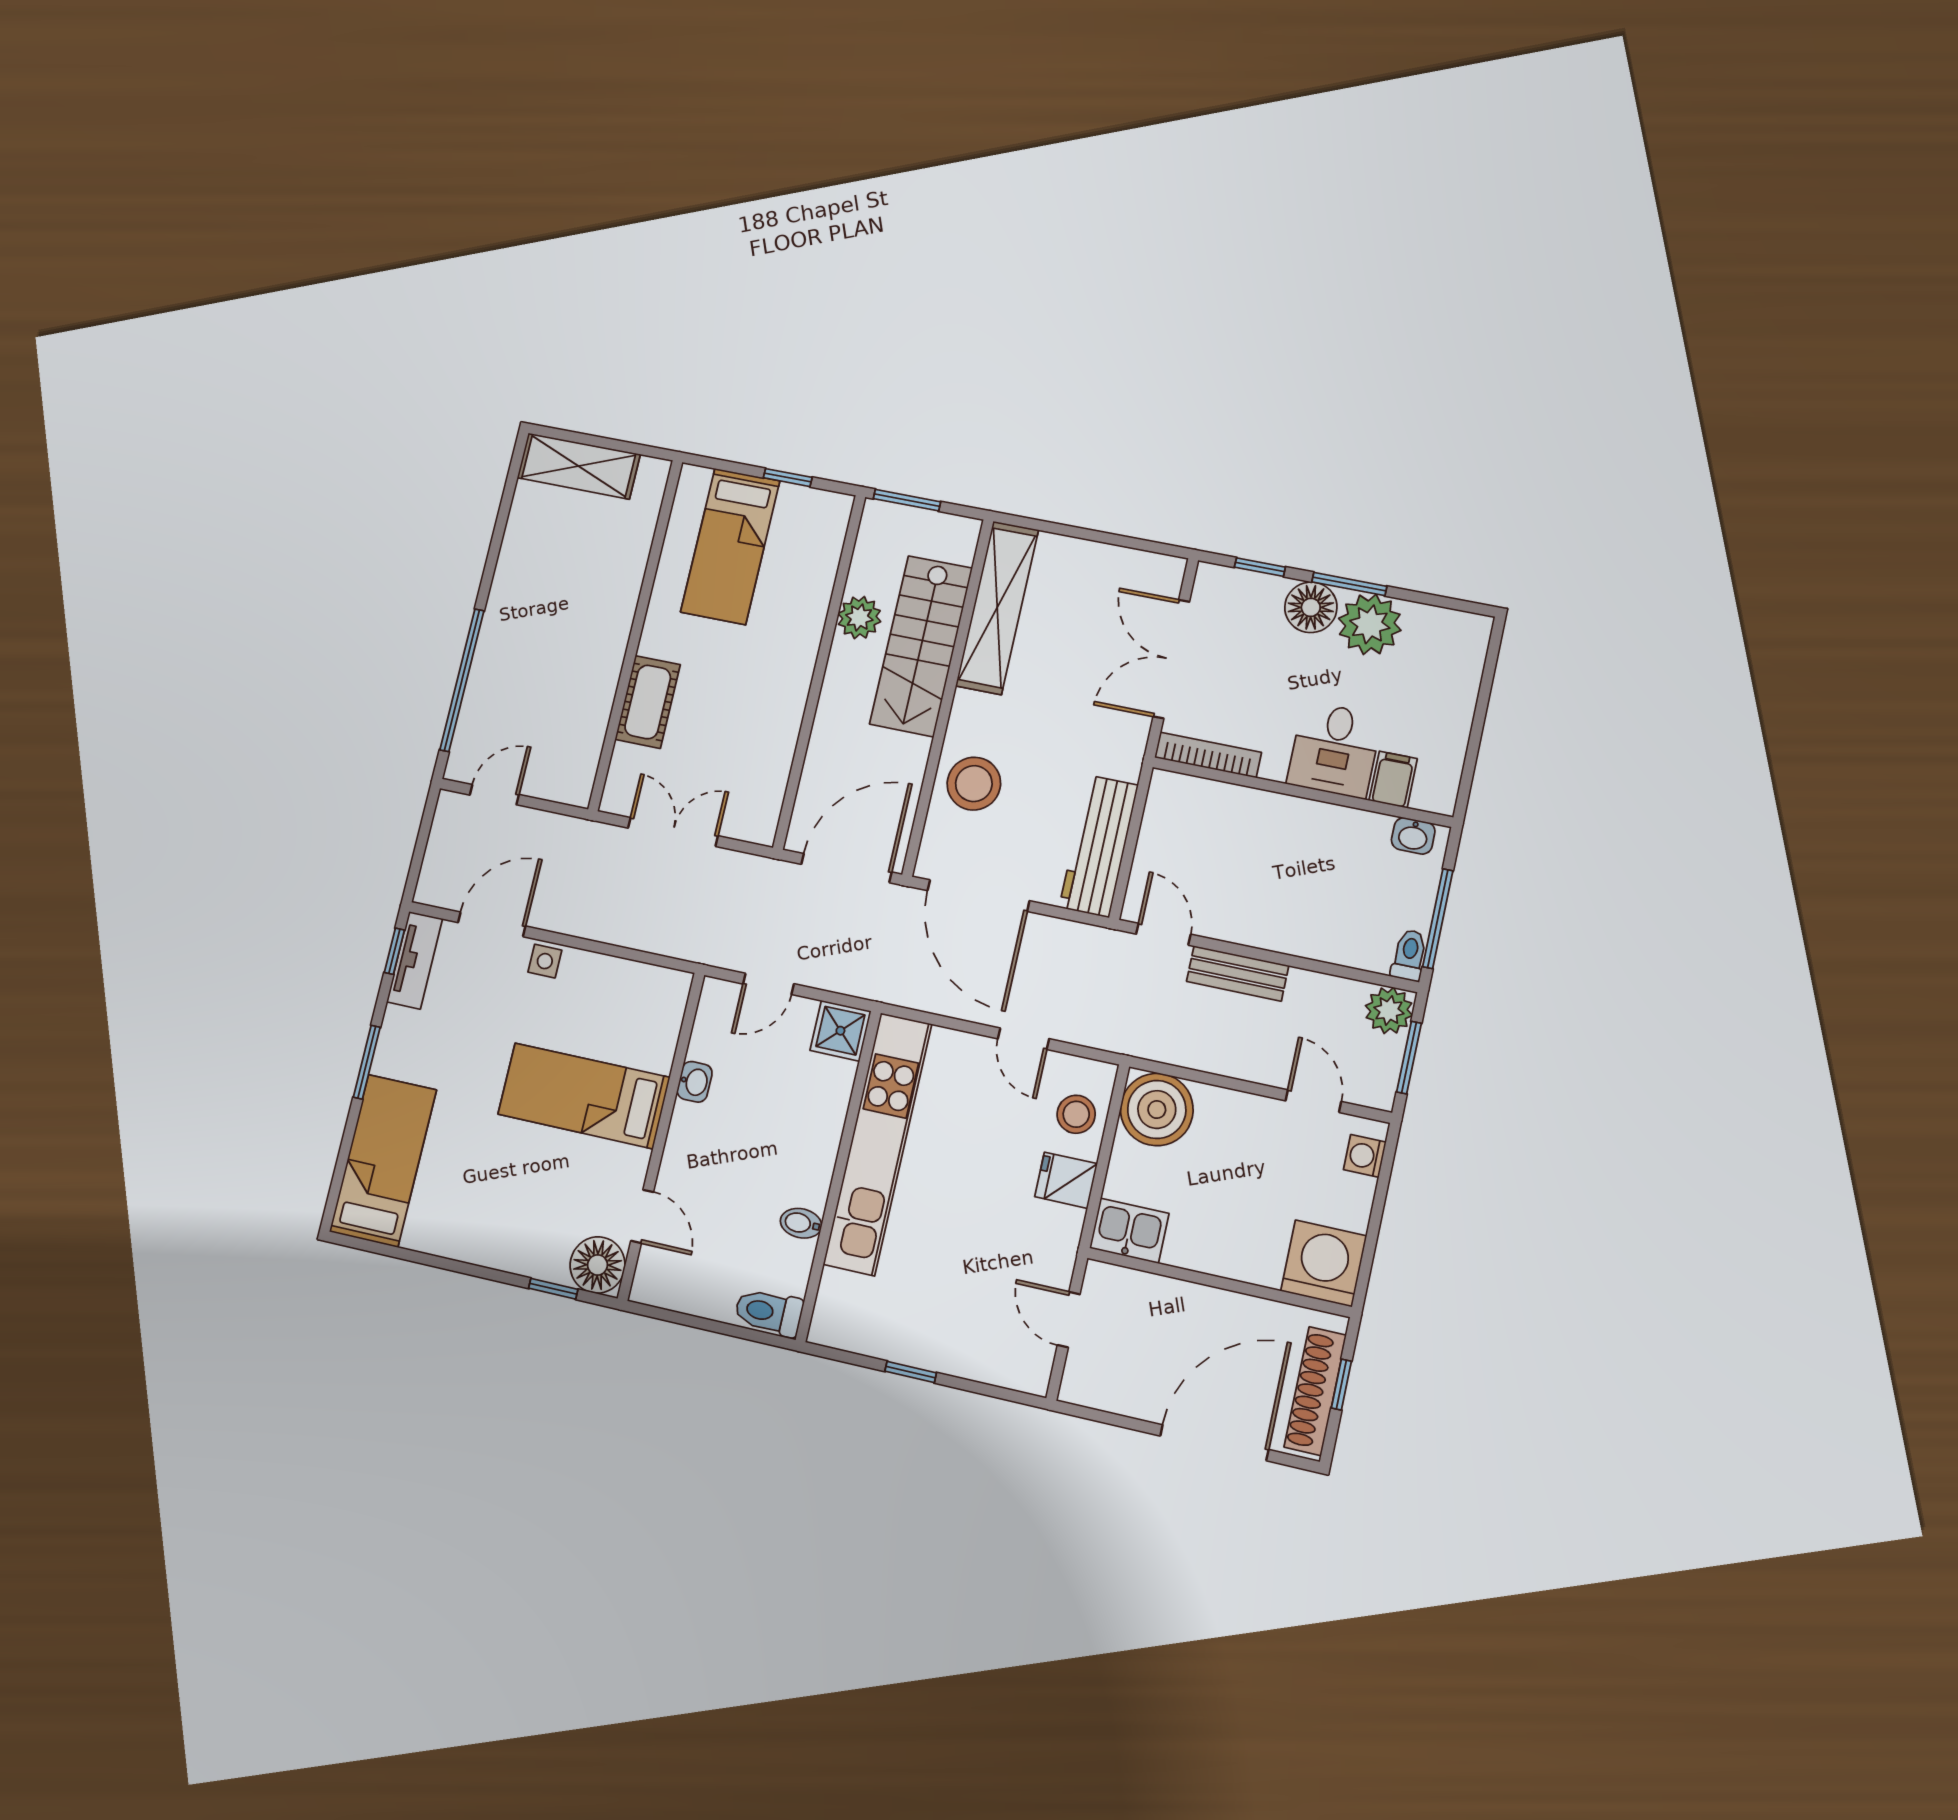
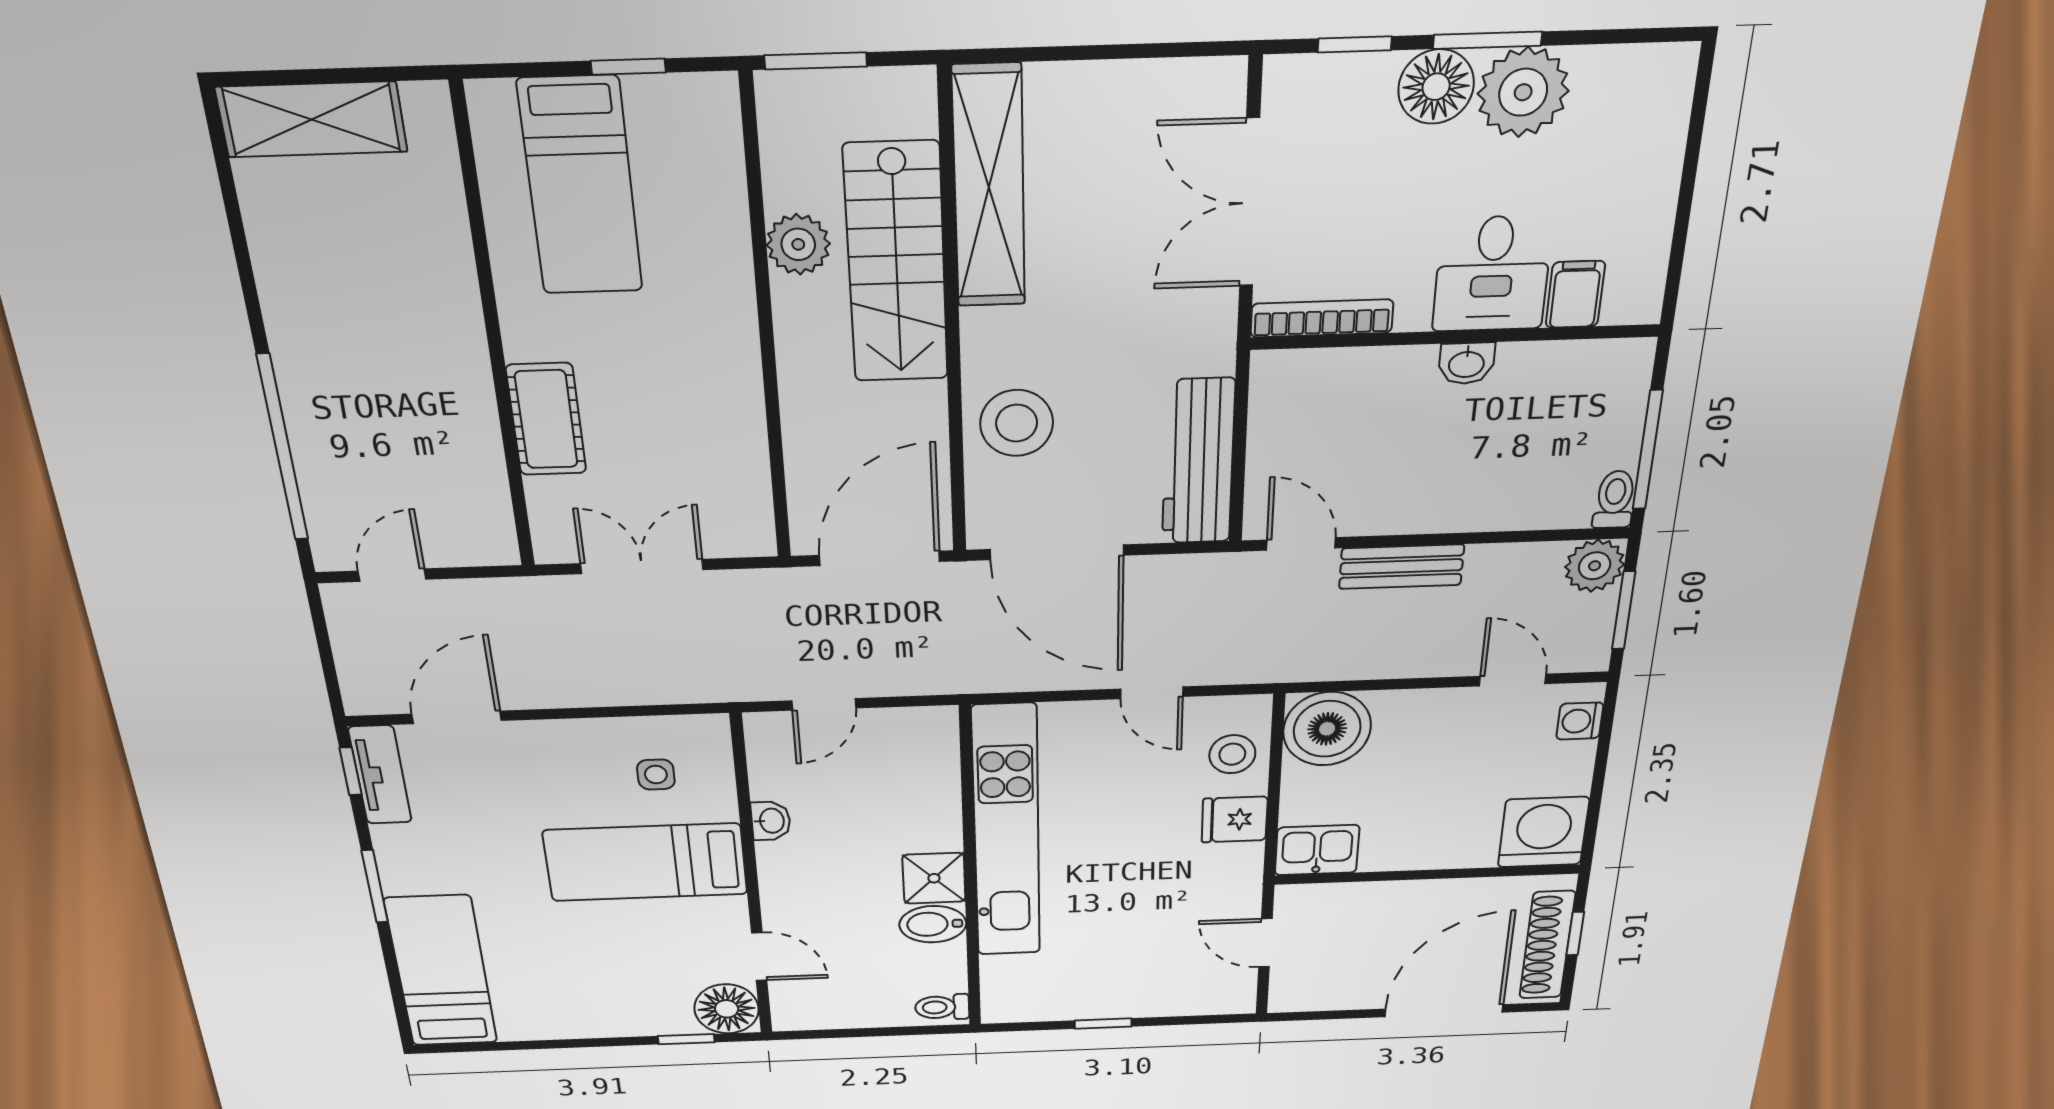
washbasin: (1413, 836) -> (1466, 363), moved
side table: (545, 961) -> (656, 775), moved
shower: (840, 1031) -> (934, 878), moved
bidet: (801, 1223) -> (933, 924), width x1.38, depth x1.36
toilet: (769, 1312) -> (942, 1007), width x0.73, depth x0.72

